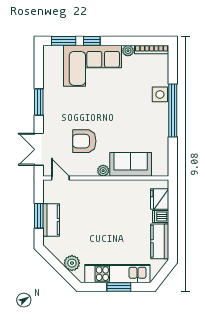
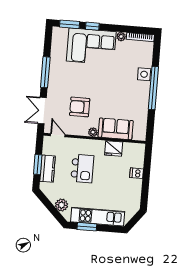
window: (39, 102) -> (45, 72), width x1.44
fridge: (160, 199) -> (114, 148), moved, turned -90
kitchen island: (94, 216) -> (82, 169), added
kitchen counter: (160, 241) -> (134, 193), removed
window: (119, 287) -> (87, 227), moved

